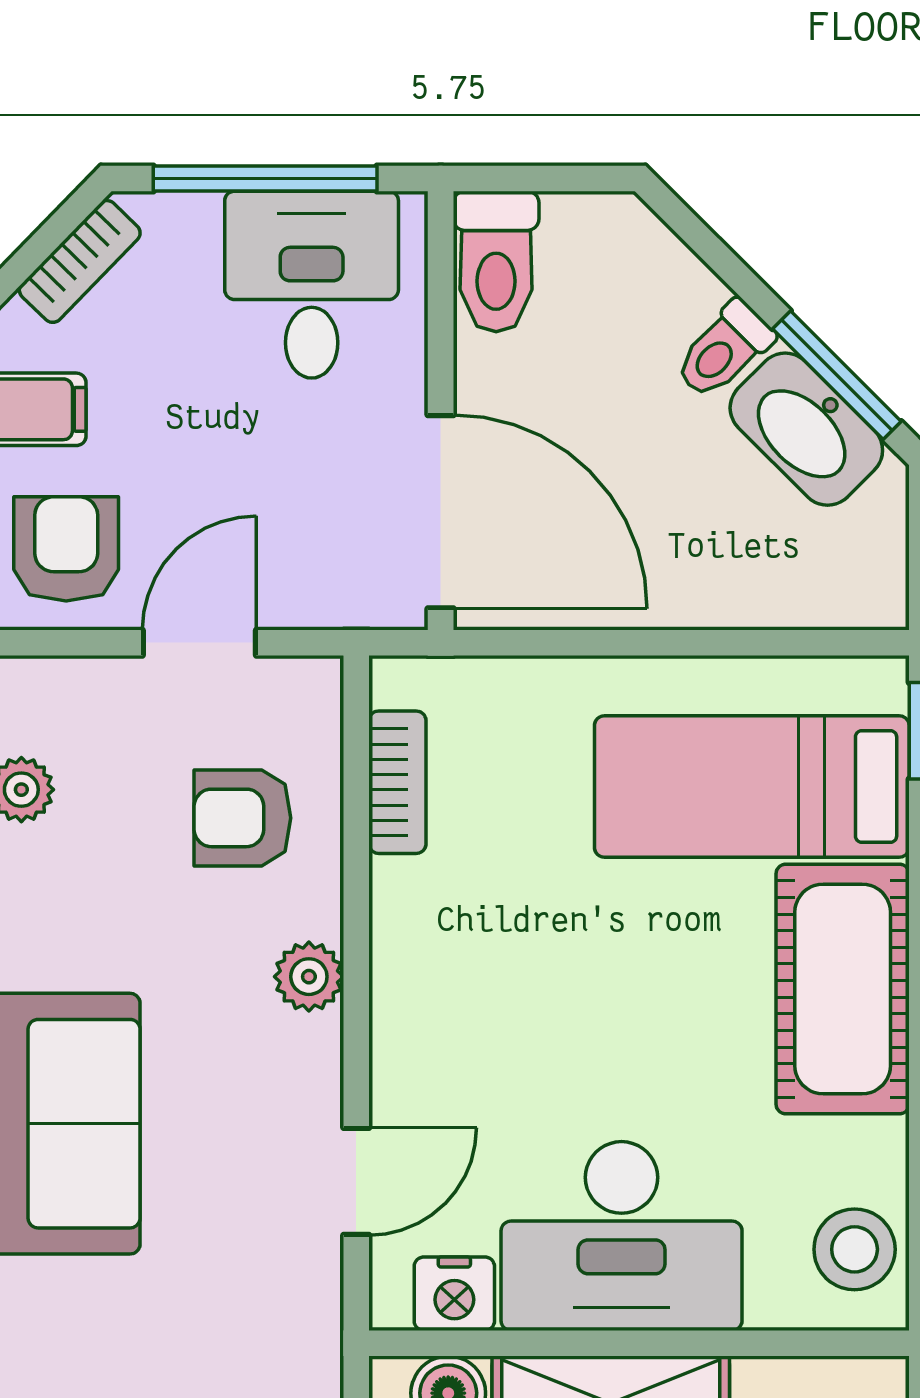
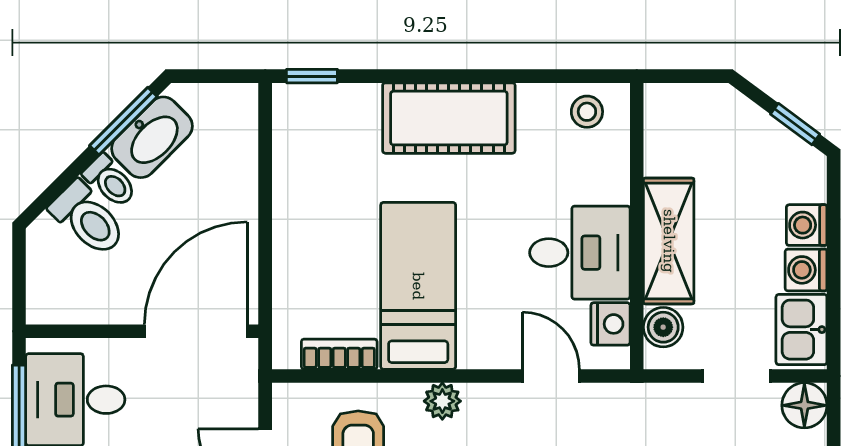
toilet: (496, 261) -> (88, 219), moved, turned 45
bed: (752, 786) -> (418, 286), moved, turned 180
desk: (622, 1236) -> (580, 253), width x0.73
stool: (855, 1249) -> (587, 112), width x0.73, depth x0.73

